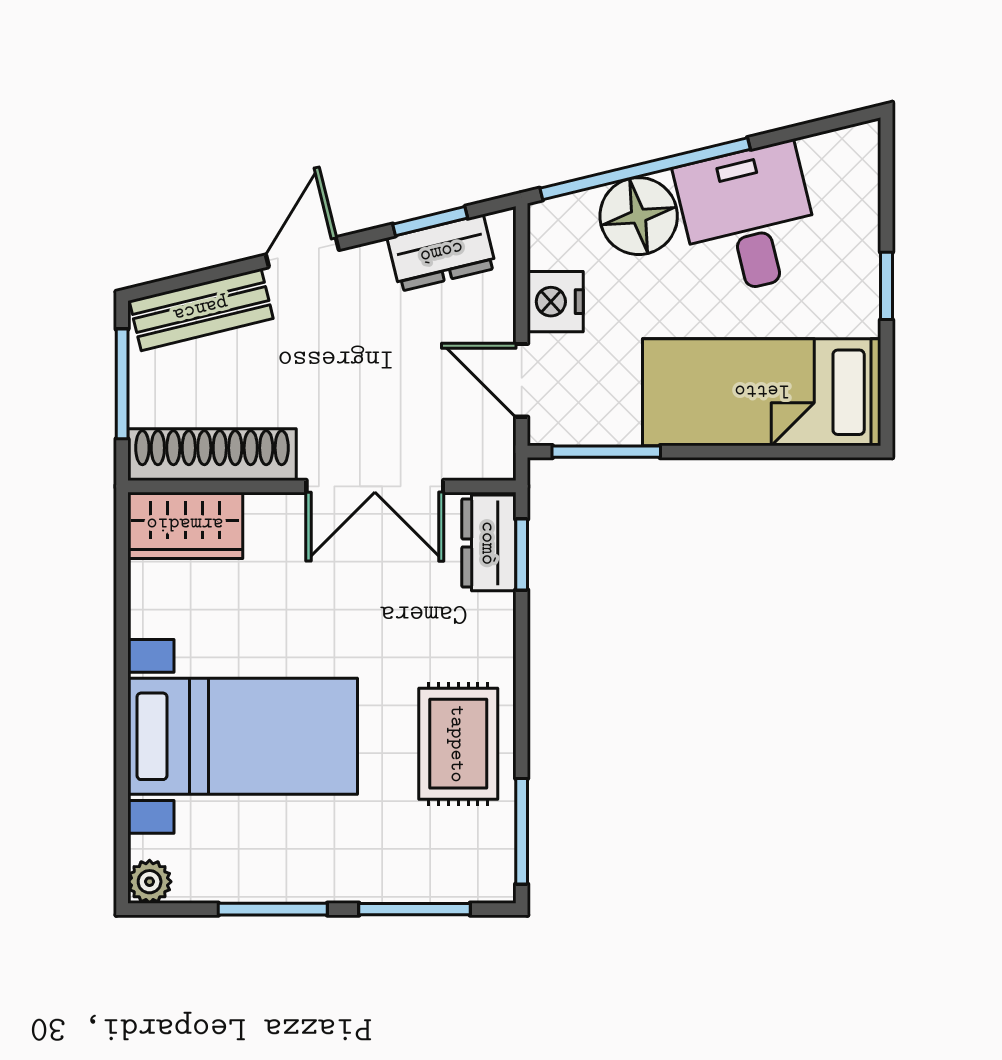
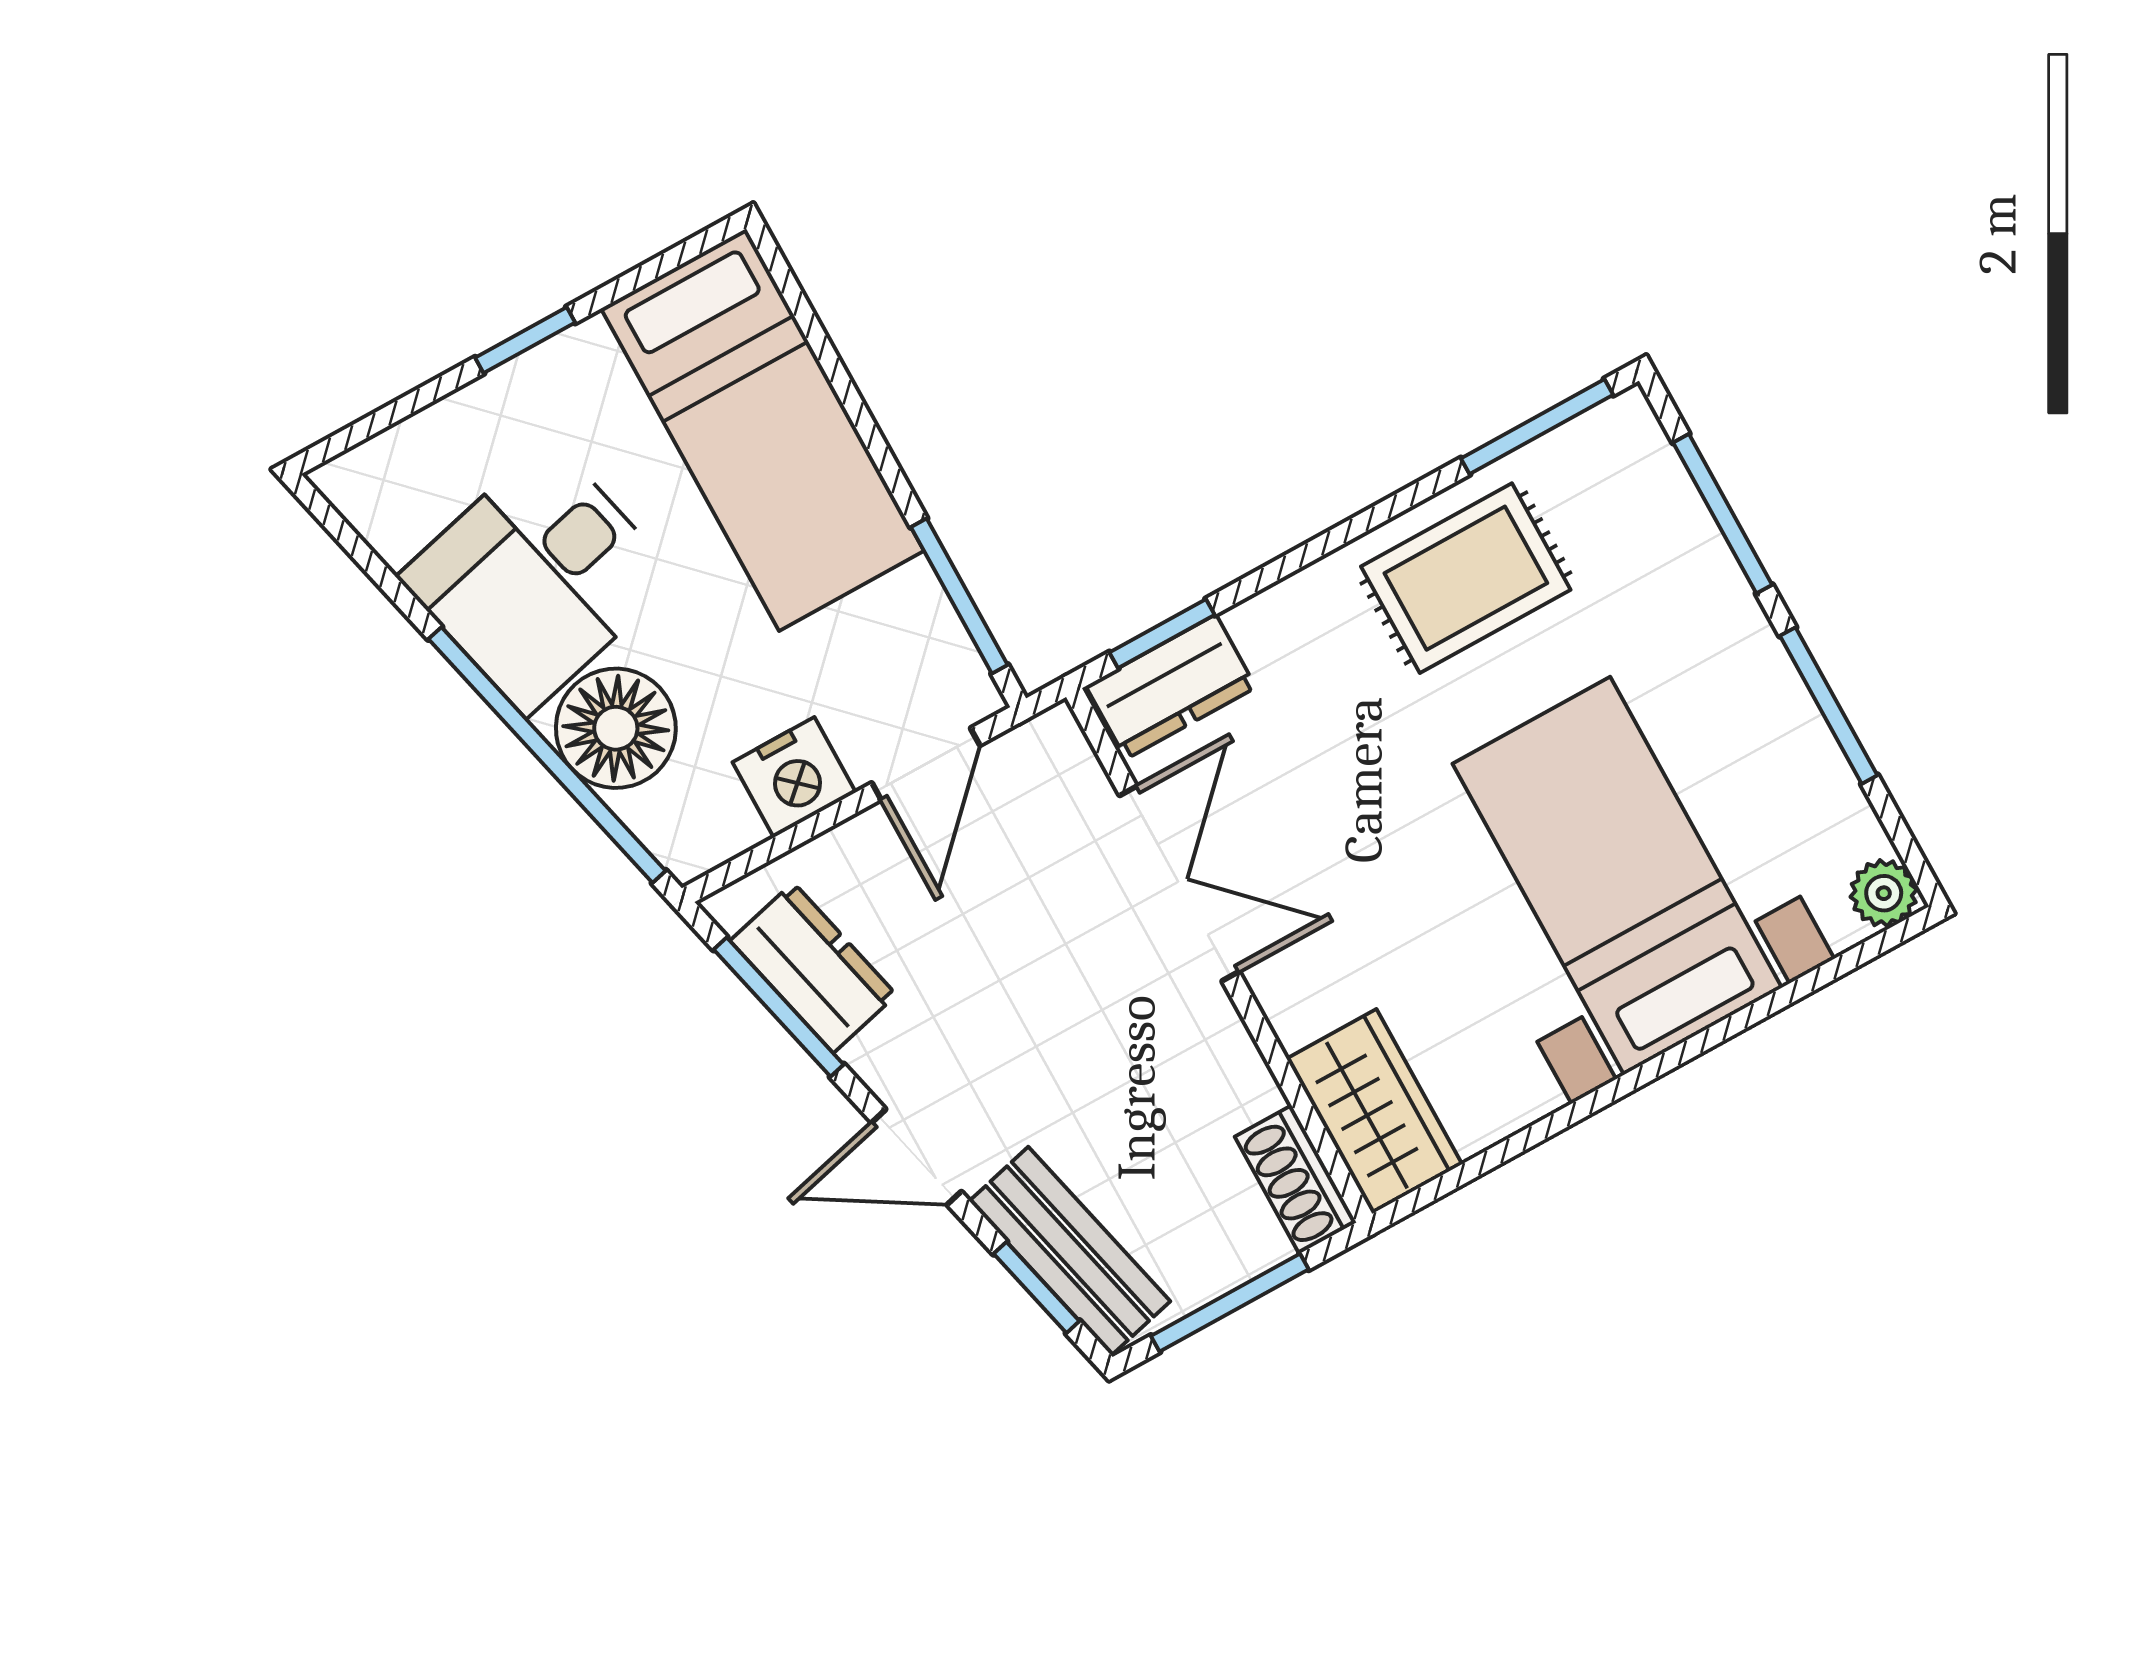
window: (430, 221) -> (779, 1007), width x1.50
window: (191, 279) -> (1036, 1287), added
shoe rack: (212, 455) -> (1295, 1180), width x0.51, depth x0.81

